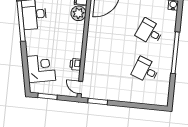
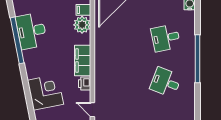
desk: (149, 32) -> (166, 38), turned -36
filing cabinet: (76, 44) -> (83, 61), added

